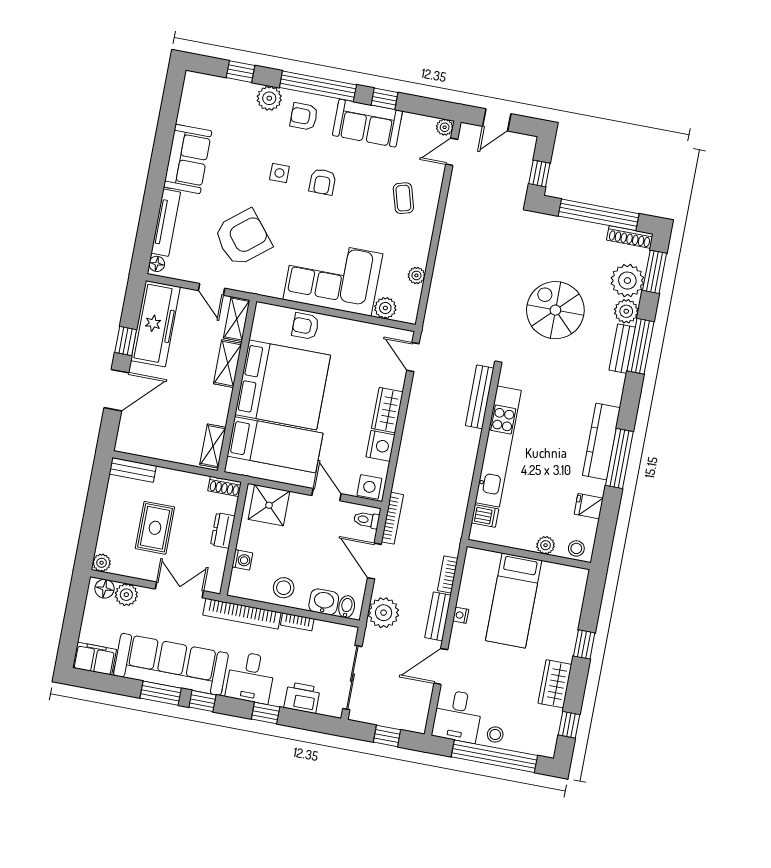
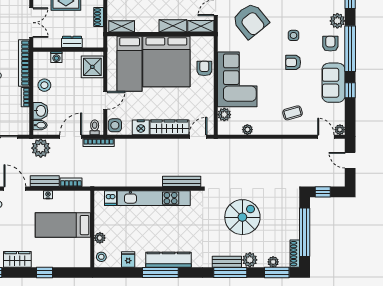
plant: (627, 281) -> (273, 262), width x0.53, depth x0.53
wardrobe: (387, 410) -> (169, 127), width x1.50
shoe rack: (225, 486) -> (99, 17), moved

